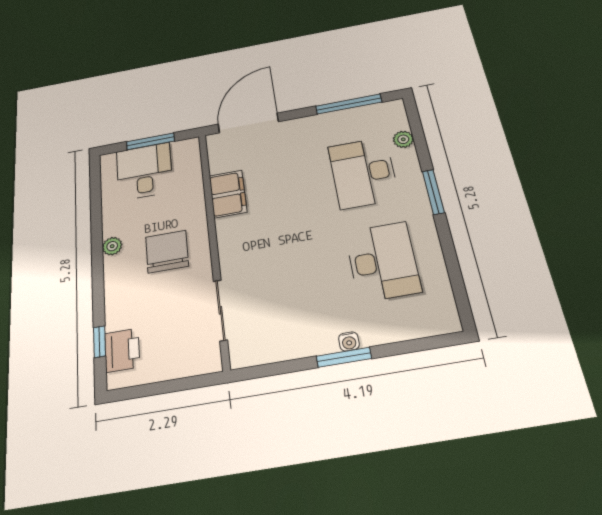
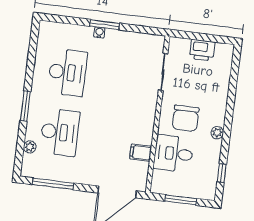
desk: (144, 171) -> (174, 153), moved, turned 90
filing cabinet: (228, 194) -> (141, 153), width x0.50
desk: (383, 262) -> (67, 72), turned 180
window: (99, 342) -> (222, 173), moved
printer: (122, 350) -> (202, 50), moved, turned -90

